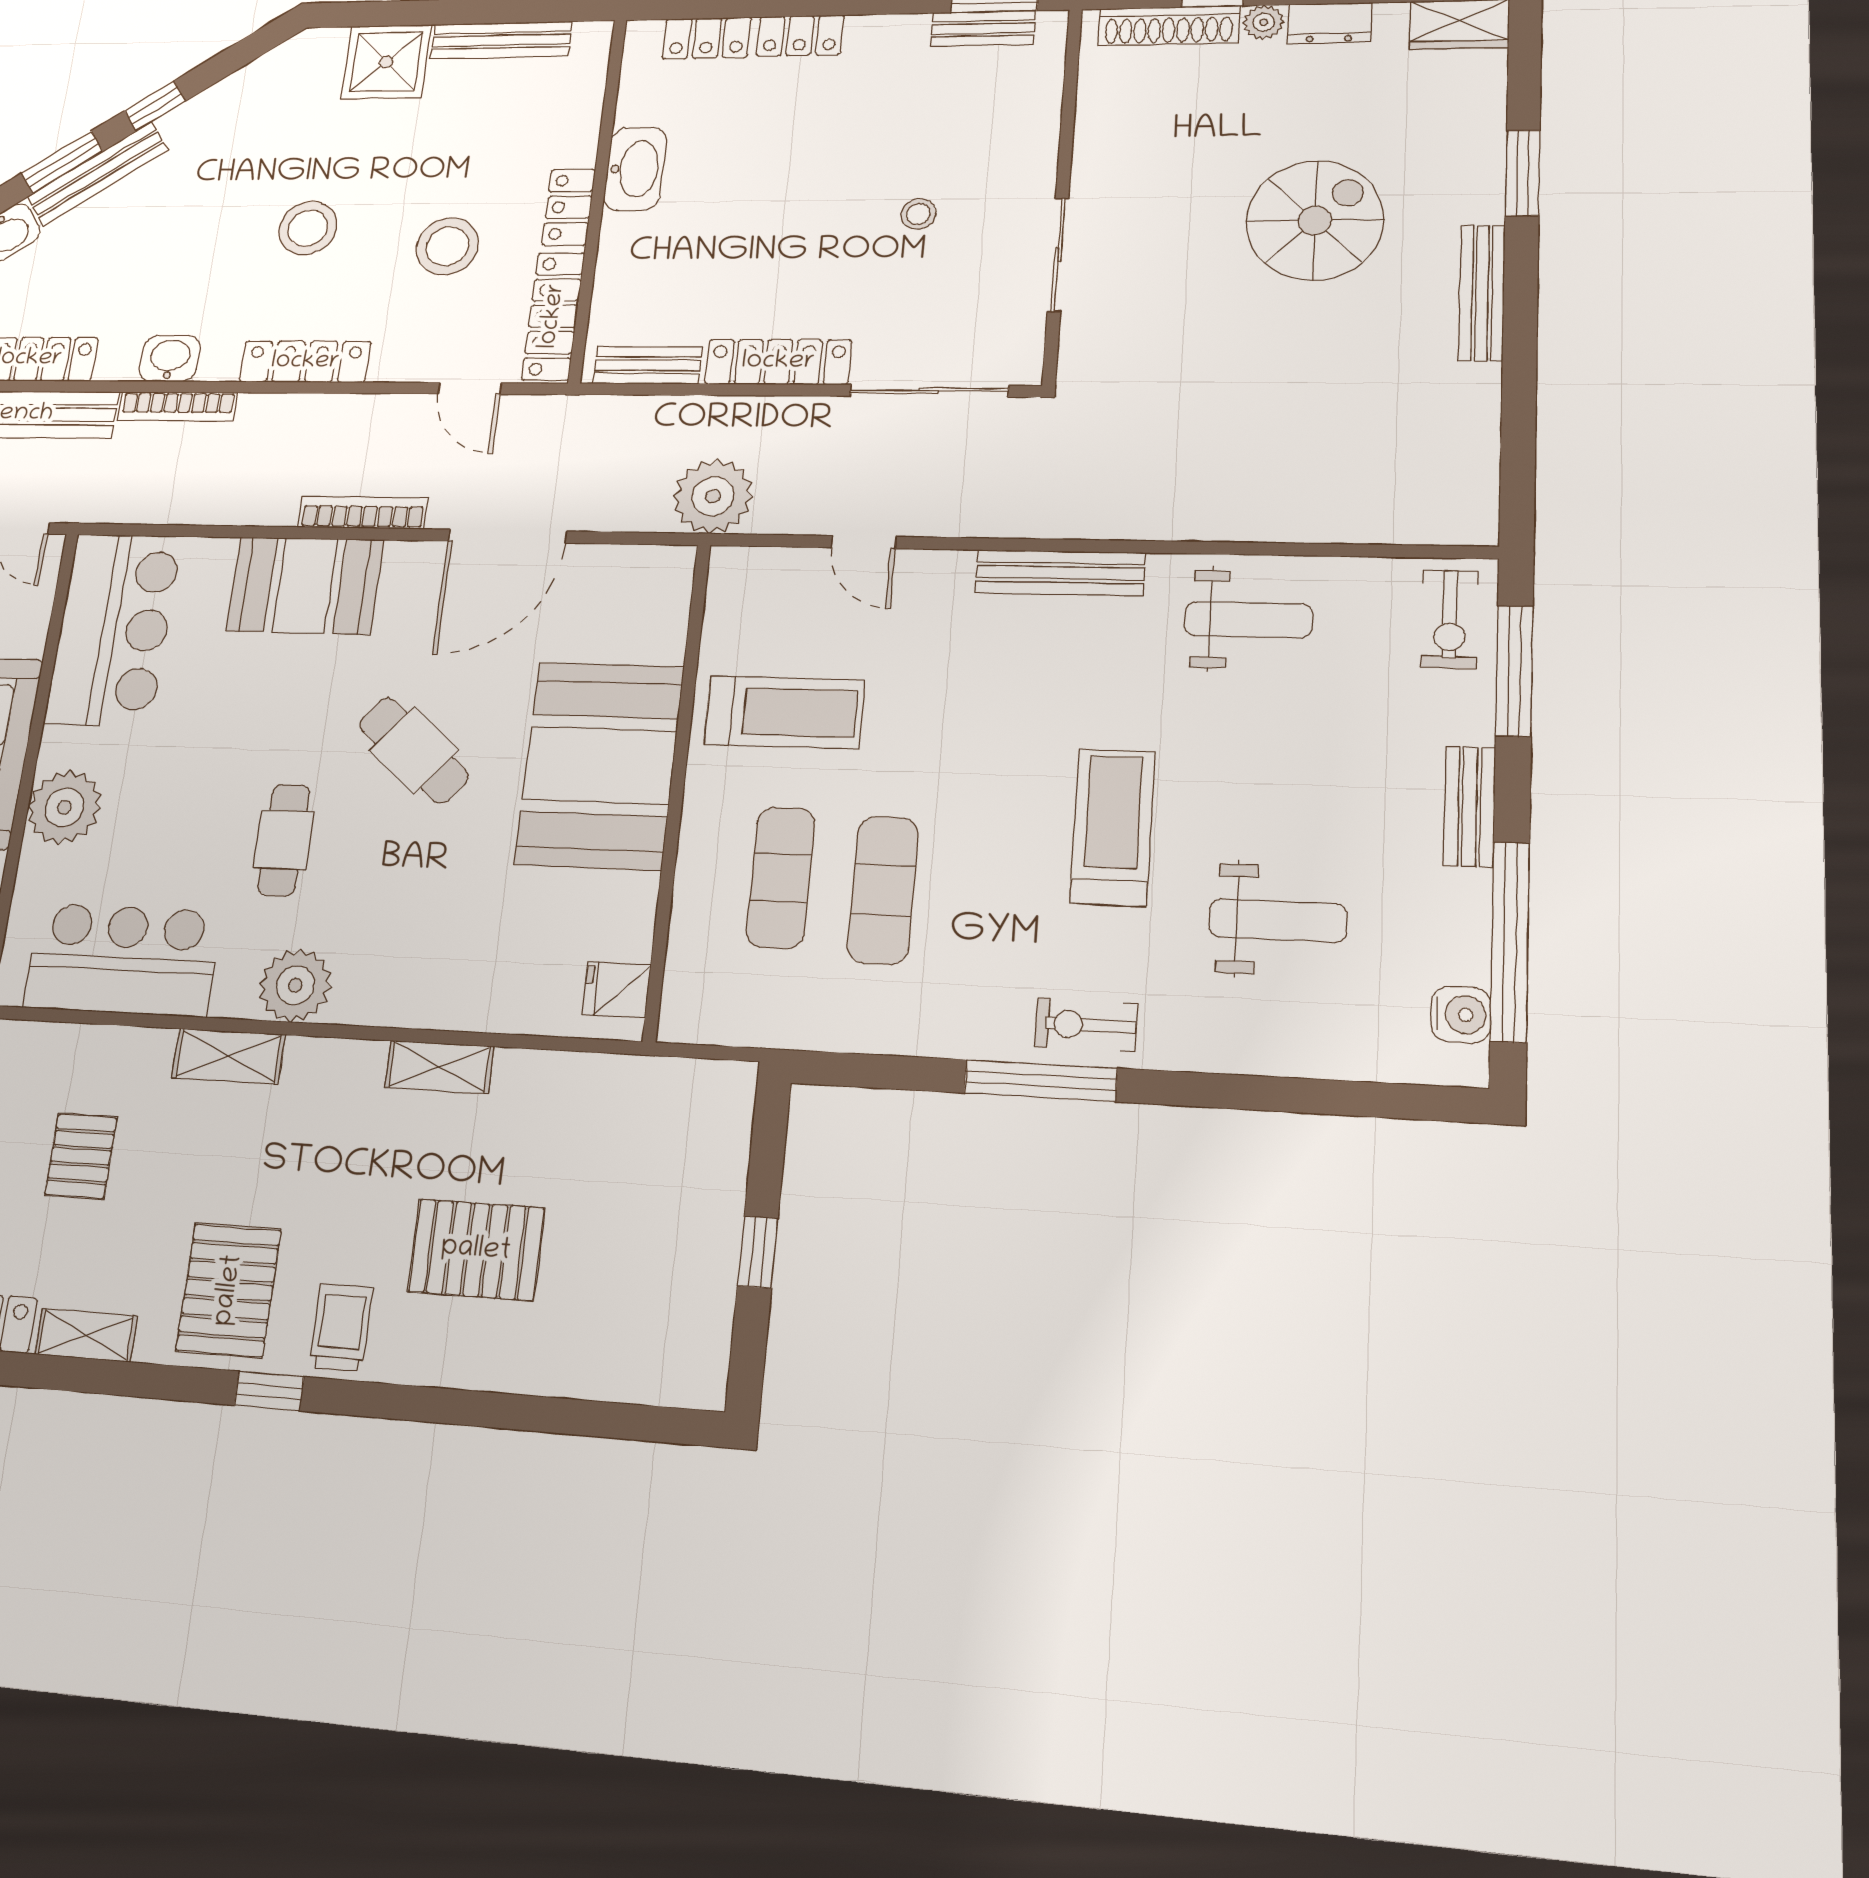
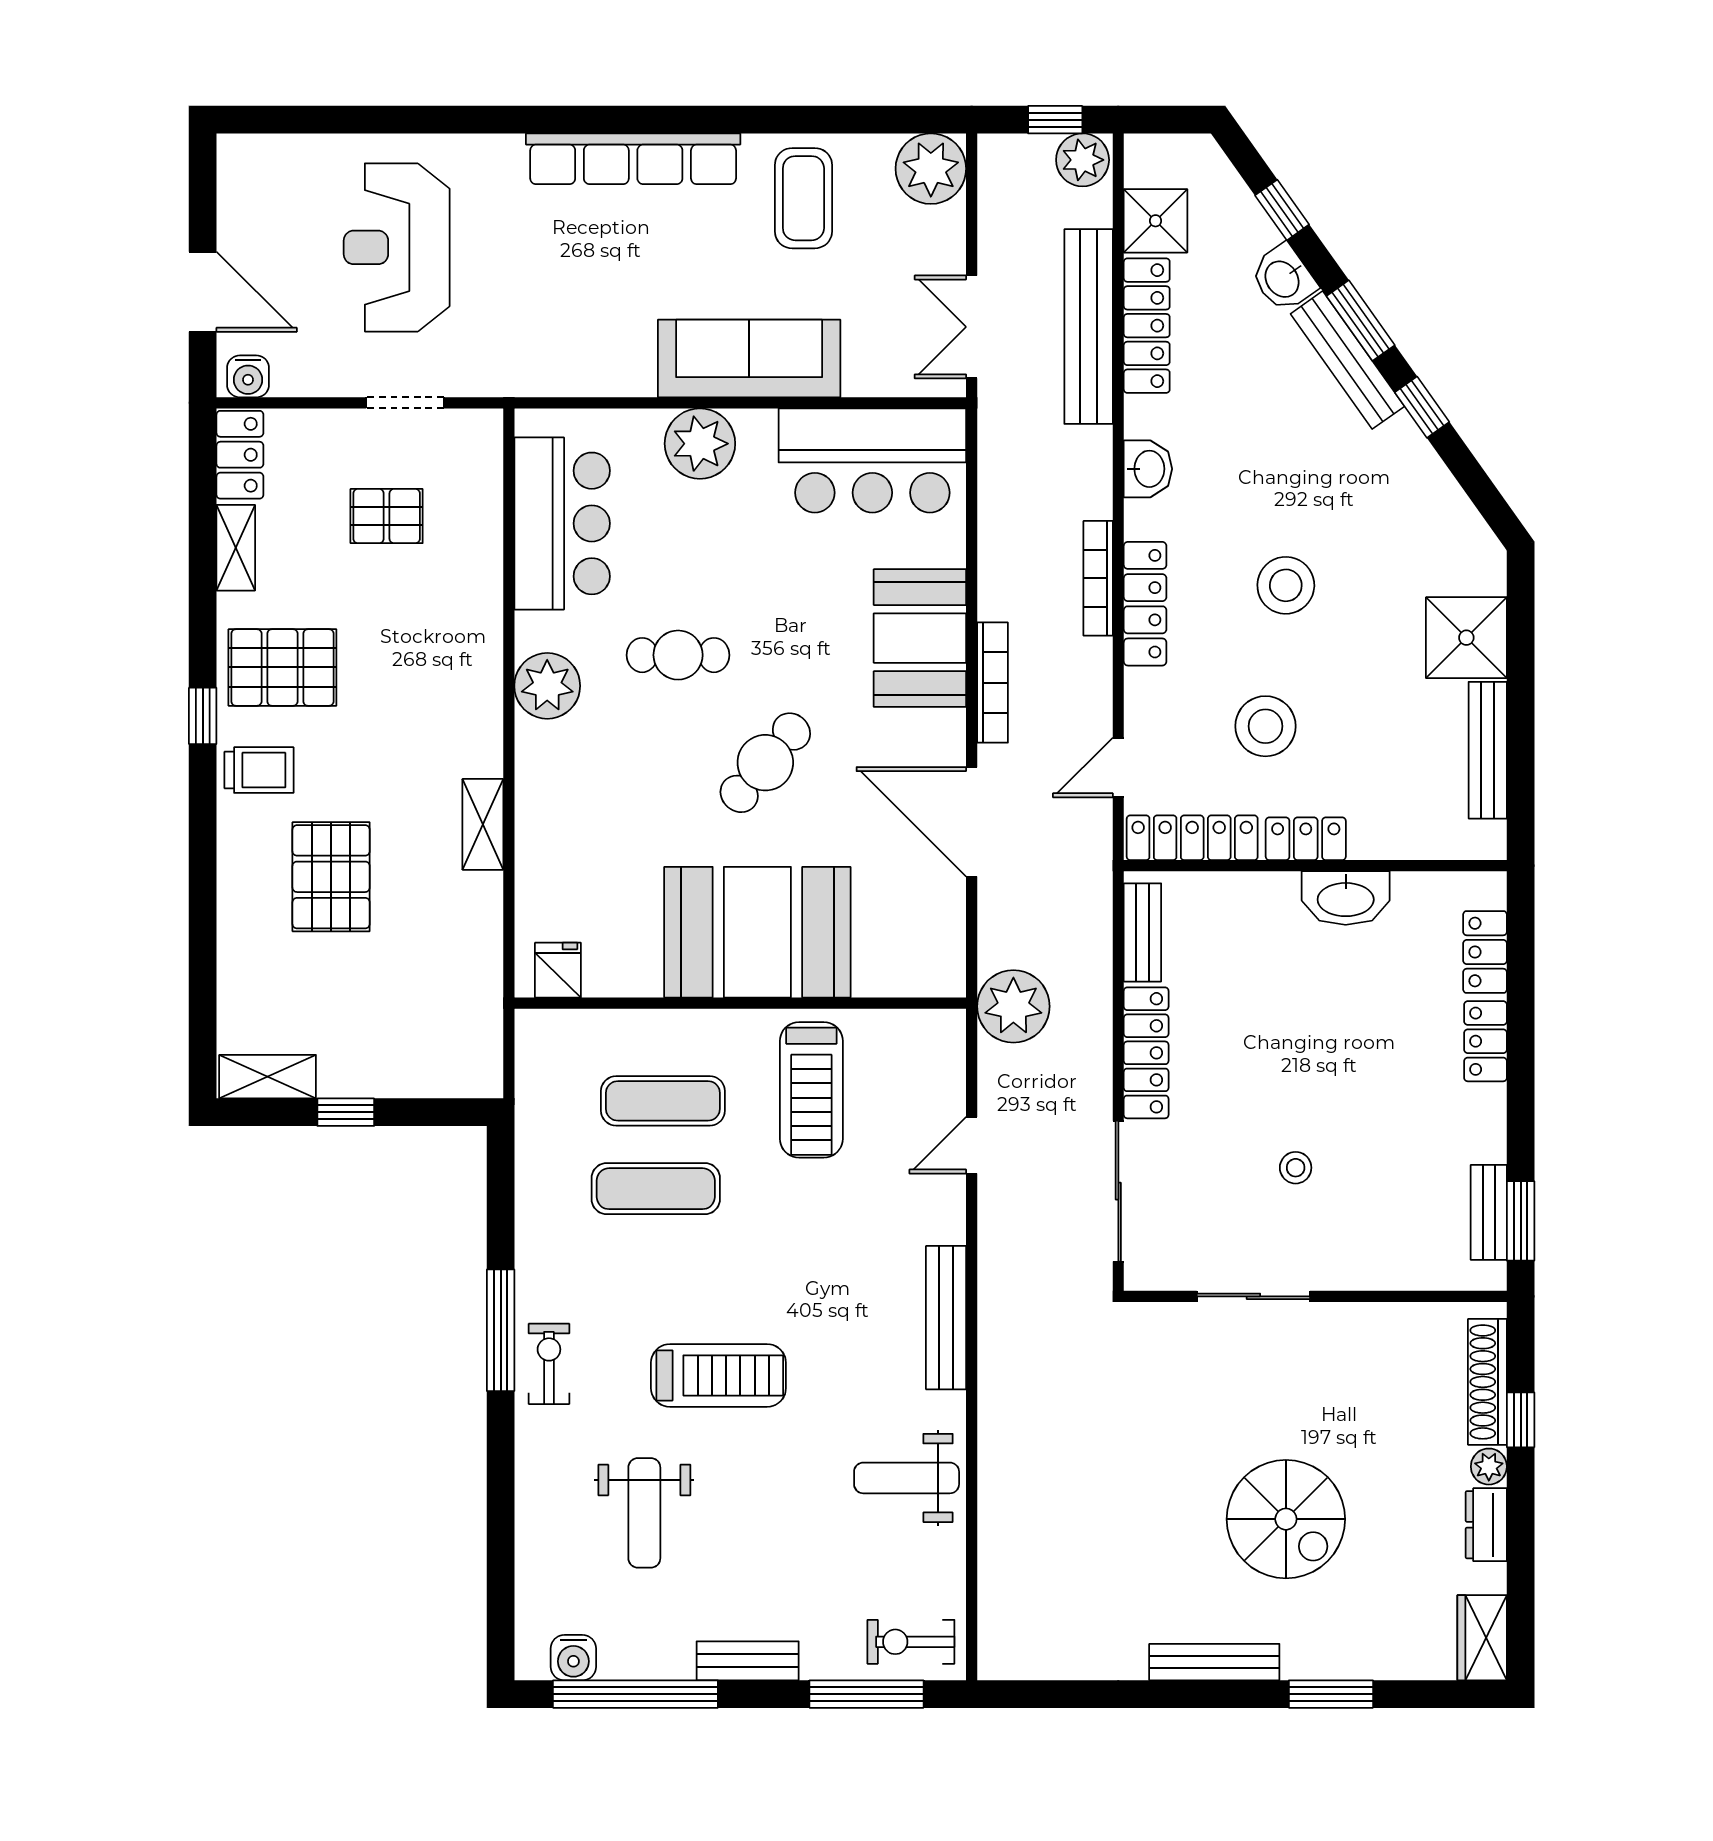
bookcase: (178, 406) -> (1098, 578), moved
weight bench: (1248, 620) -> (907, 1478), turned 90
shelving: (228, 1056) -> (268, 1077), moved, turned 90

